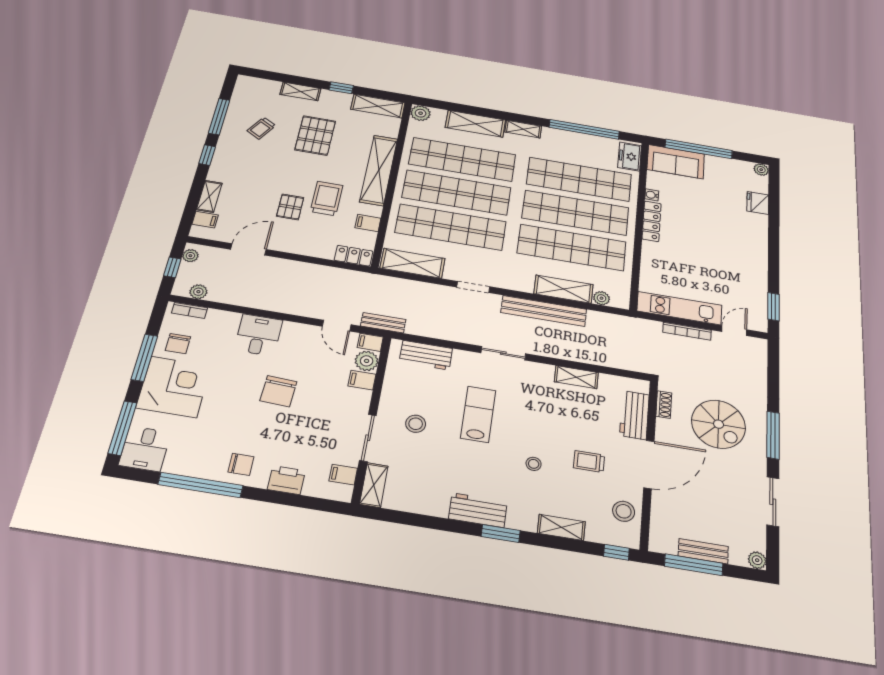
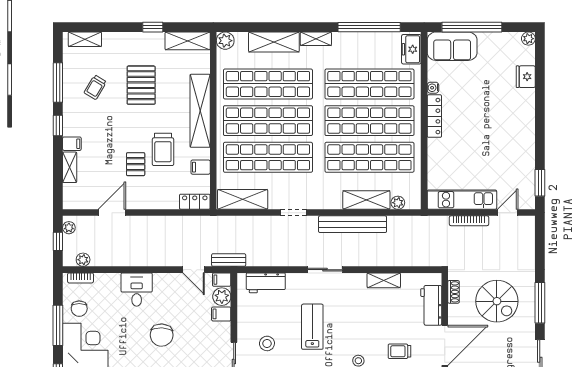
shelving: (300, 91) -> (85, 39), moved
trolley: (327, 198) -> (163, 149), turned 180
filing cabinet: (205, 220) -> (72, 144), moved

